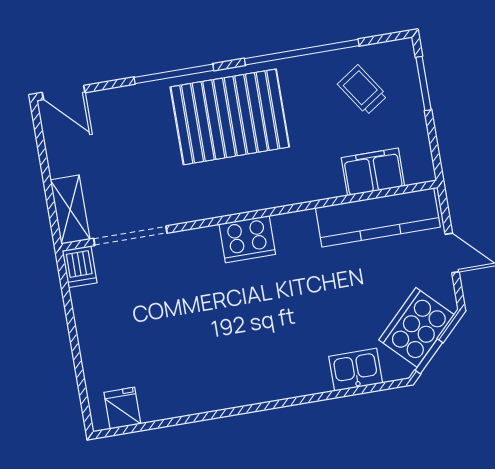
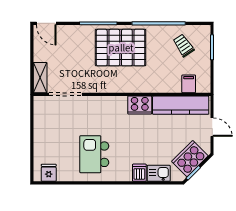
filing cabinet: (373, 172) -> (189, 84), width x0.50
cooker: (247, 239) -> (140, 105), moved
dishwasher: (80, 267) -> (139, 173), moved, turned 180
kitchen island: (212, 352) -> (94, 154), added

